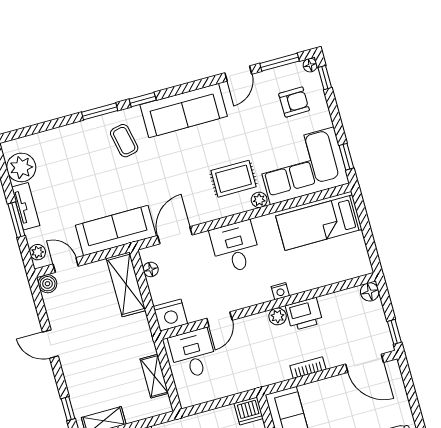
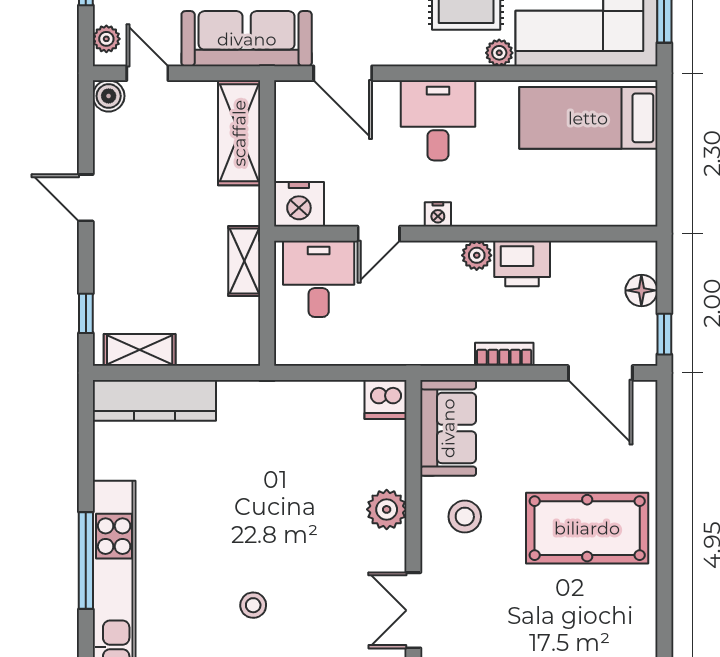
door: (175, 235) -> (343, 73), swing flipped
floor lamp: (151, 269) -> (287, 119), removed
nightstand: (280, 291) -> (438, 214), moved
floor lamp: (370, 292) -> (641, 290), moved
shelving: (154, 376) -> (244, 261), moved

